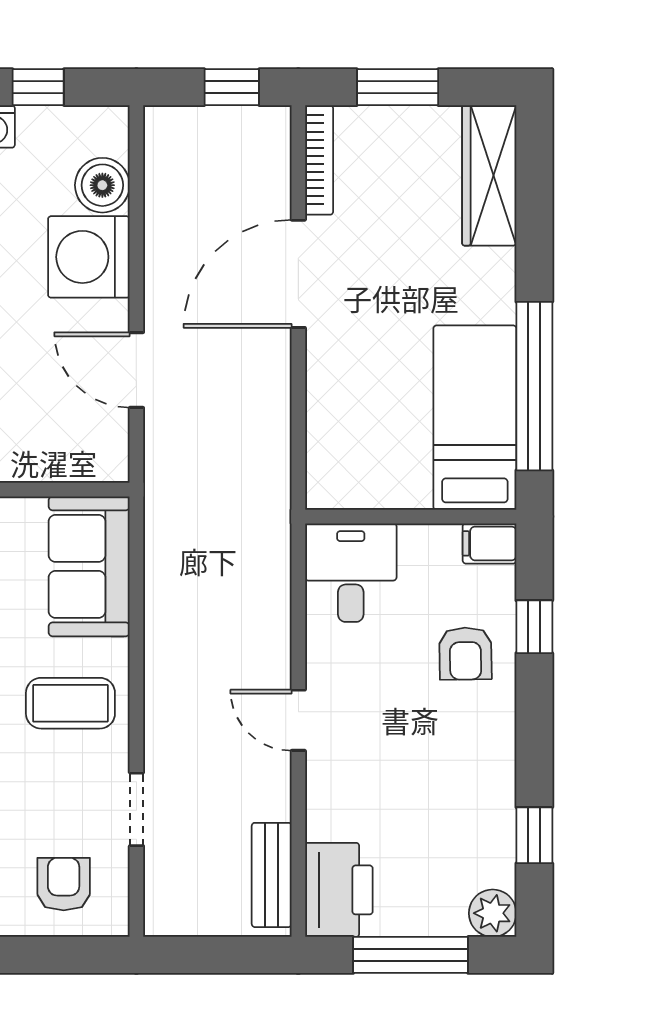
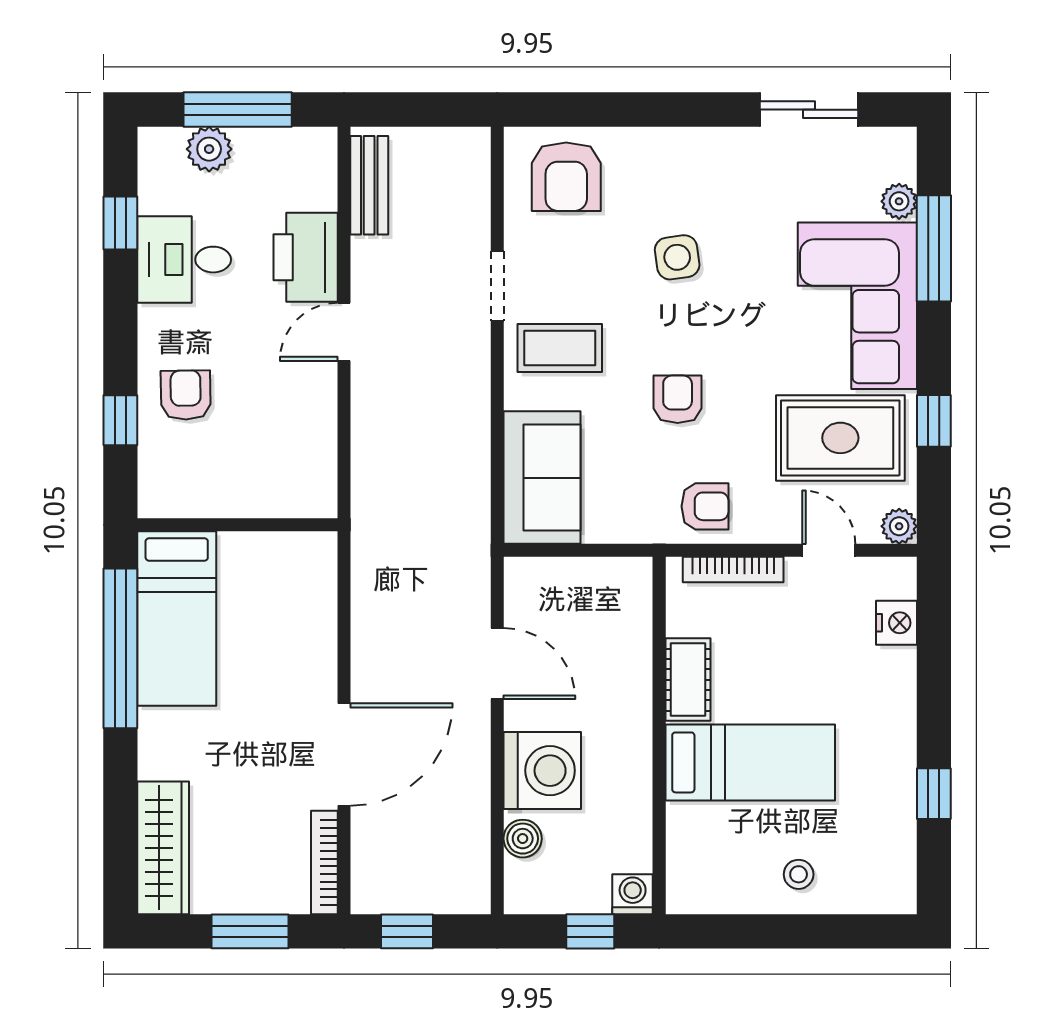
boiler: (102, 185) -> (523, 839), width x0.73, depth x0.73
filing cabinet: (490, 543) -> (163, 499), removed
desk: (351, 573) -> (184, 260), moved, turned 90
door: (298, 720) -> (344, 332), swing flipped
doorway: (136, 809) -> (497, 286), moved
armchair: (64, 884) -> (566, 177), width x1.38, depth x1.38
printer: (339, 890) -> (306, 257), moved
plant: (493, 913) -> (209, 149), moved

